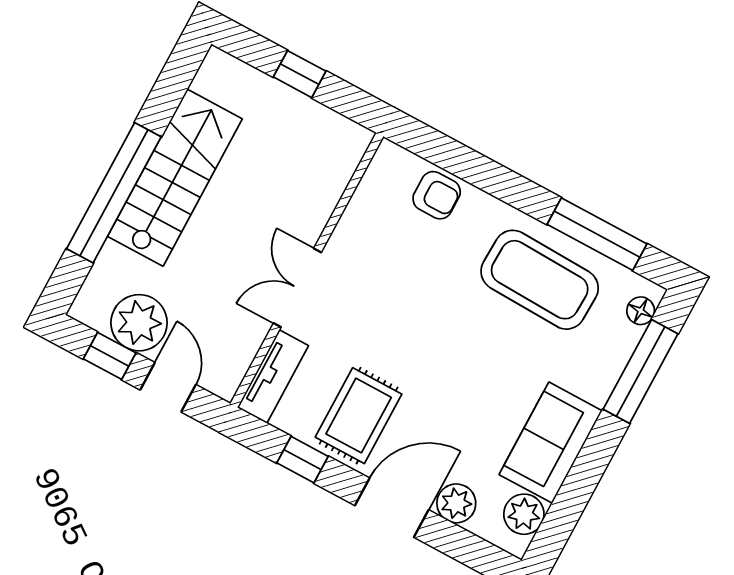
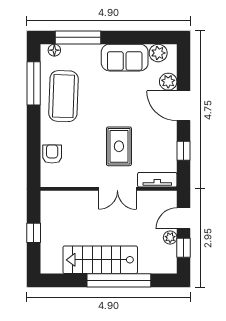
plant: (139, 323) -> (170, 237), width x0.53, depth x0.53
rug: (359, 416) -> (119, 146), moved, turned 90

